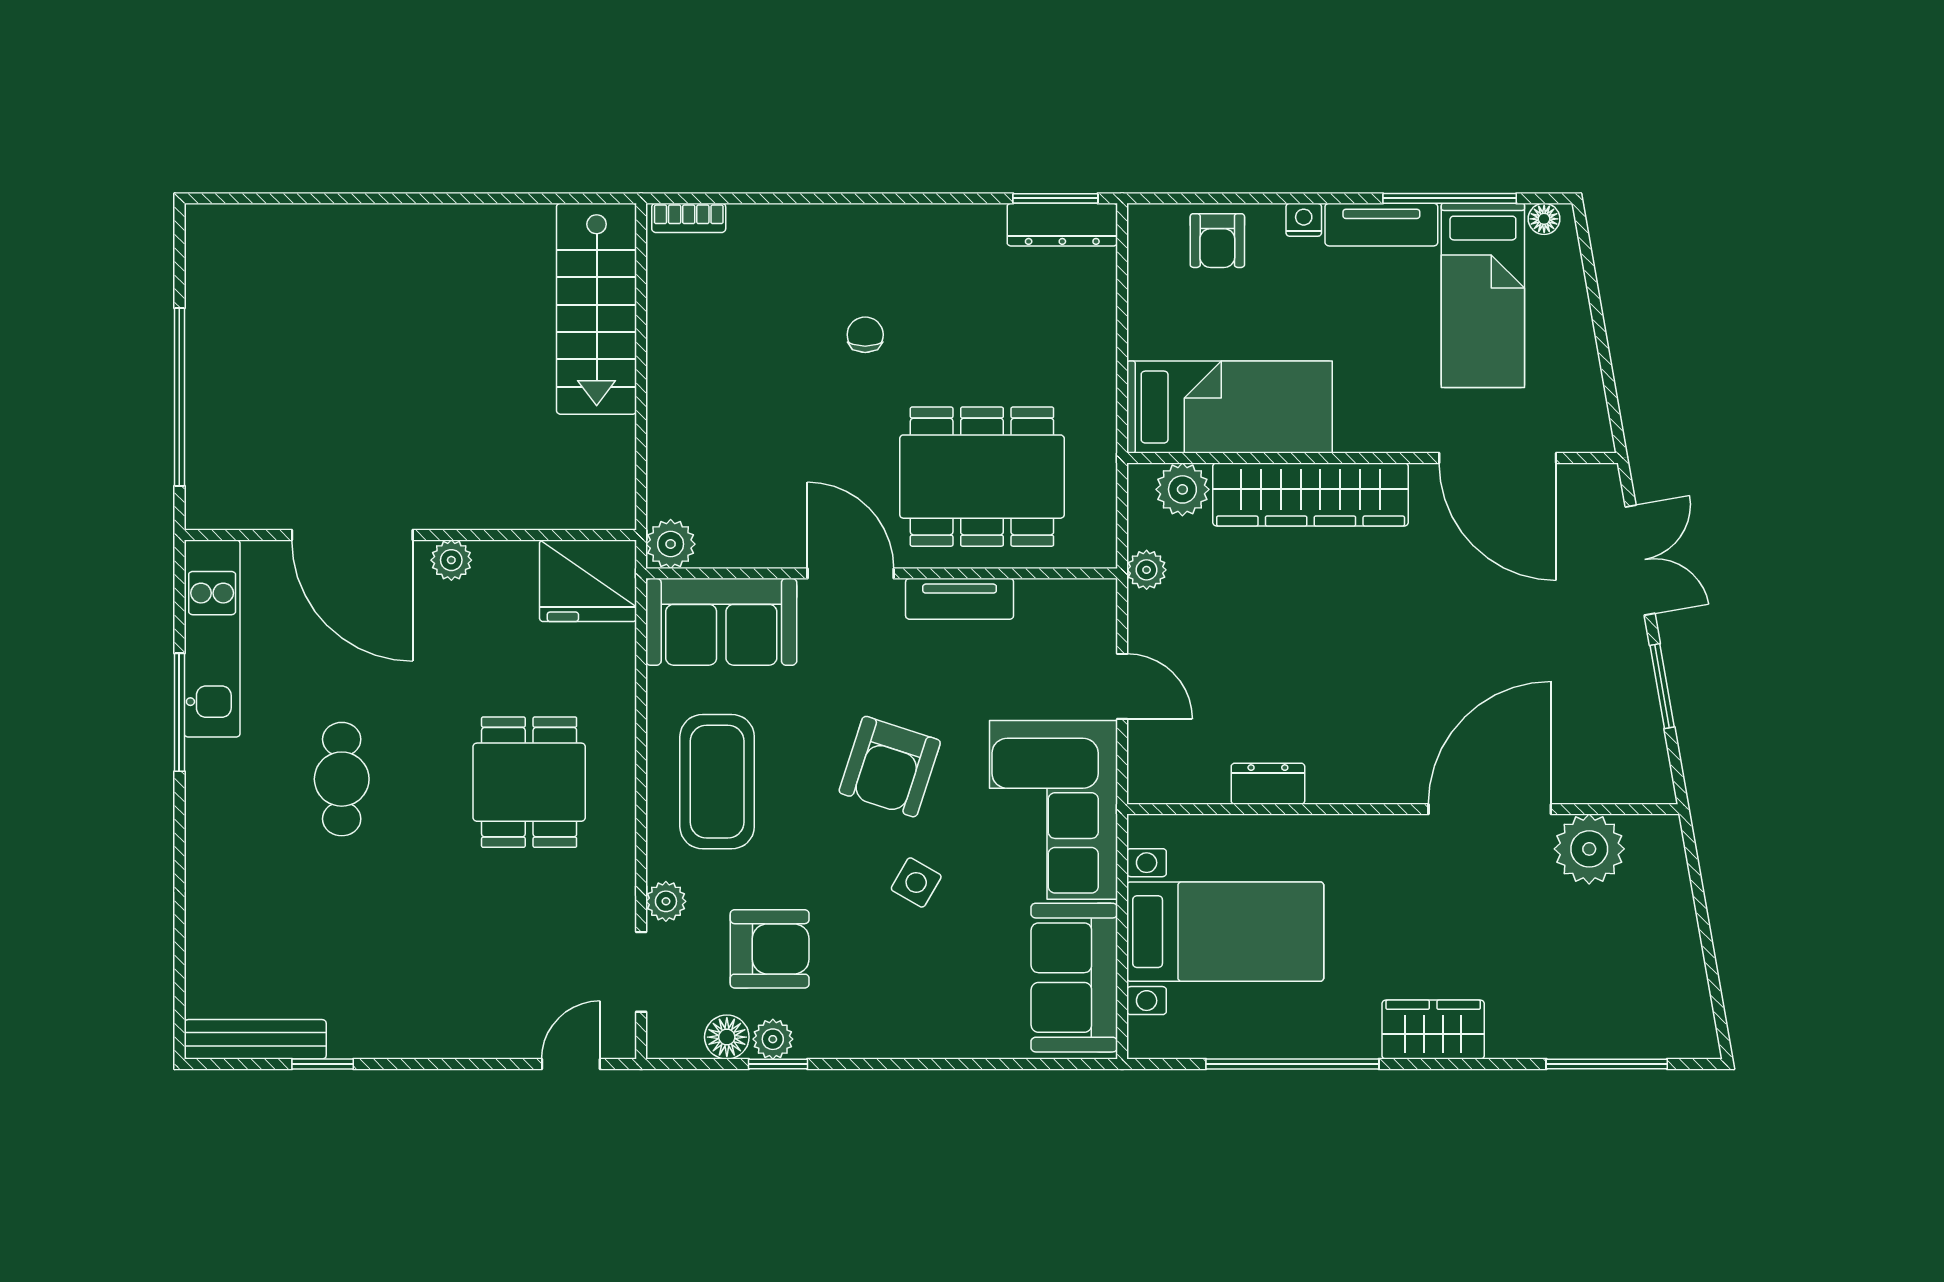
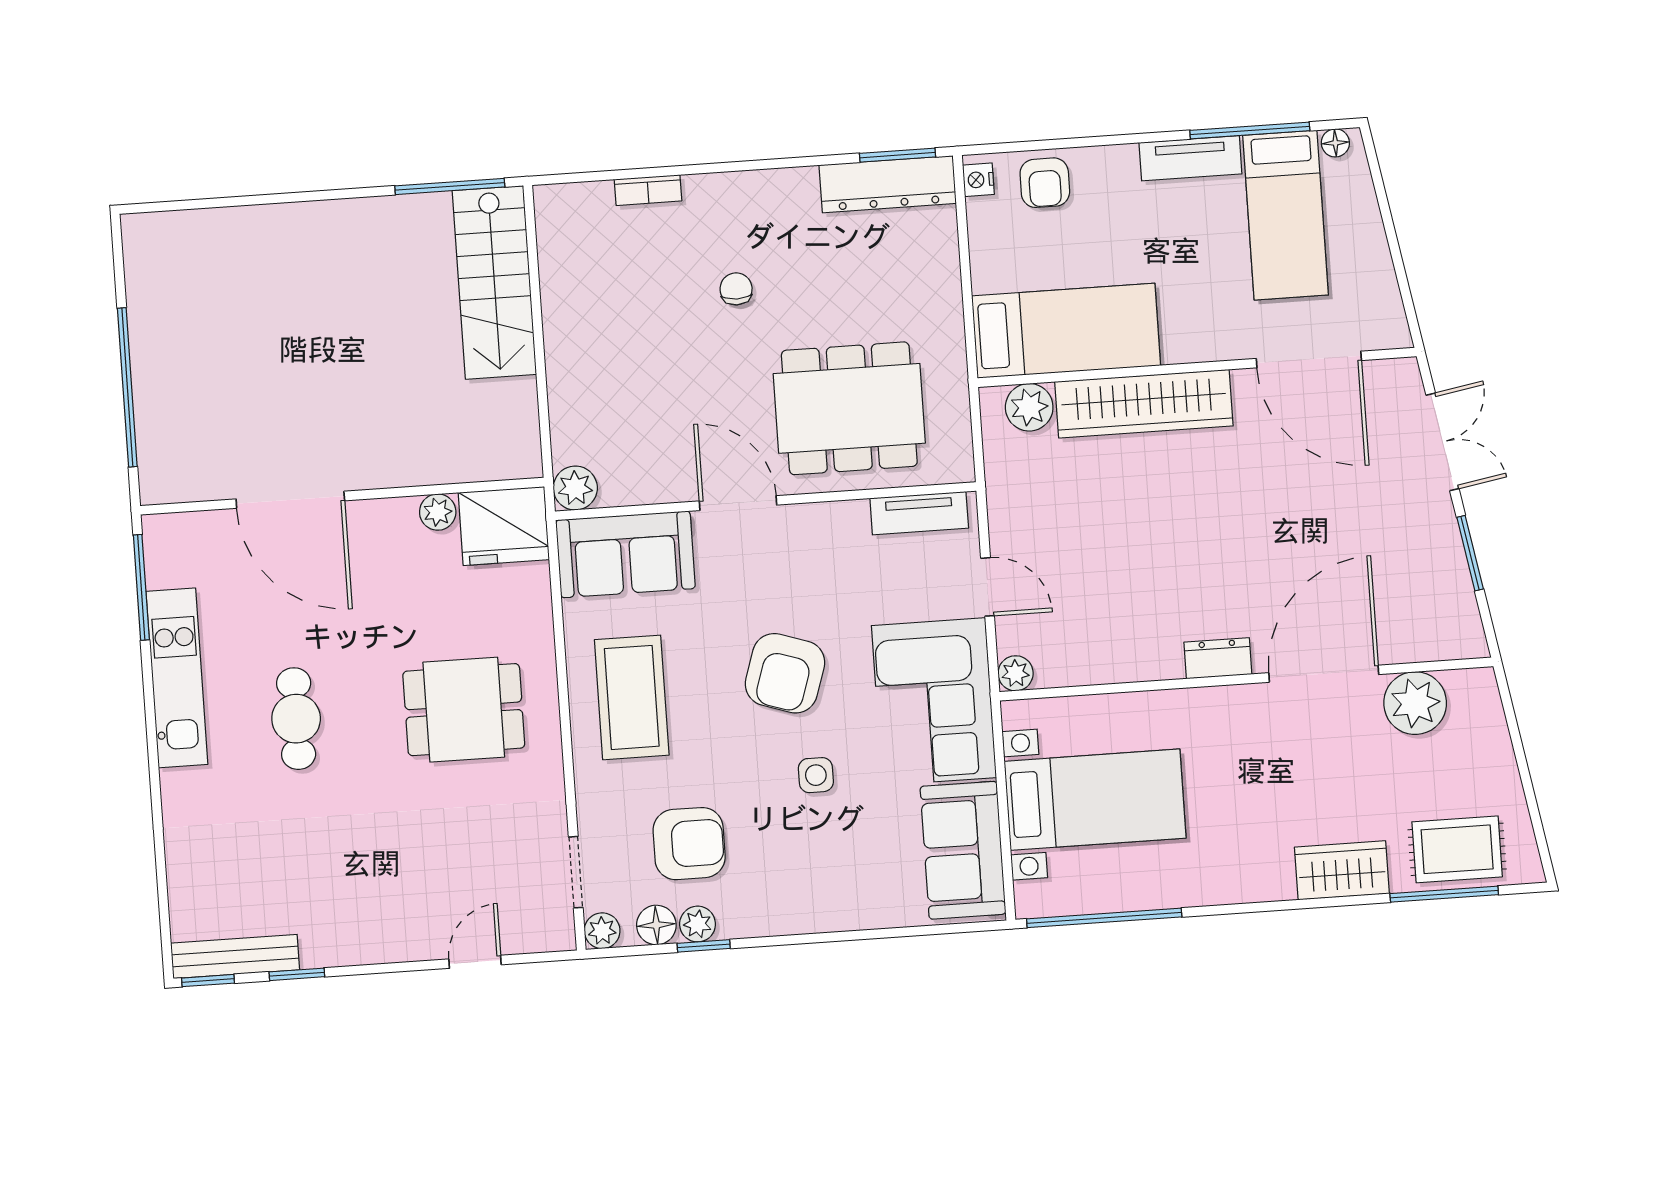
window: (554, 198) -> (450, 186), added
bookcase: (689, 218) -> (648, 190), moved
nightstand: (1304, 220) -> (978, 180), moved, turned -90
dresser: (1062, 225) -> (888, 184), width x1.37, depth x1.24
plant: (451, 560) -> (438, 512), moved
plant: (1147, 570) -> (1016, 673), moved
tv unit: (960, 599) -> (919, 513), moved
kitchen unit: (212, 638) -> (177, 678), moved
window: (179, 712) -> (141, 587), moved
dining table: (529, 782) -> (464, 710), turned 90
dresser: (1268, 784) -> (1218, 658), moved
side table: (916, 882) -> (816, 775), turned -30
plant: (666, 901) -> (602, 931), moved
rug: (1625, 1015) -> (1457, 849), added
wardrobe: (1433, 1030) -> (1342, 870), moved
window: (223, 1064) -> (208, 981), added
door: (571, 1064) -> (475, 962), moved
window: (1292, 1064) -> (1104, 918), moved

